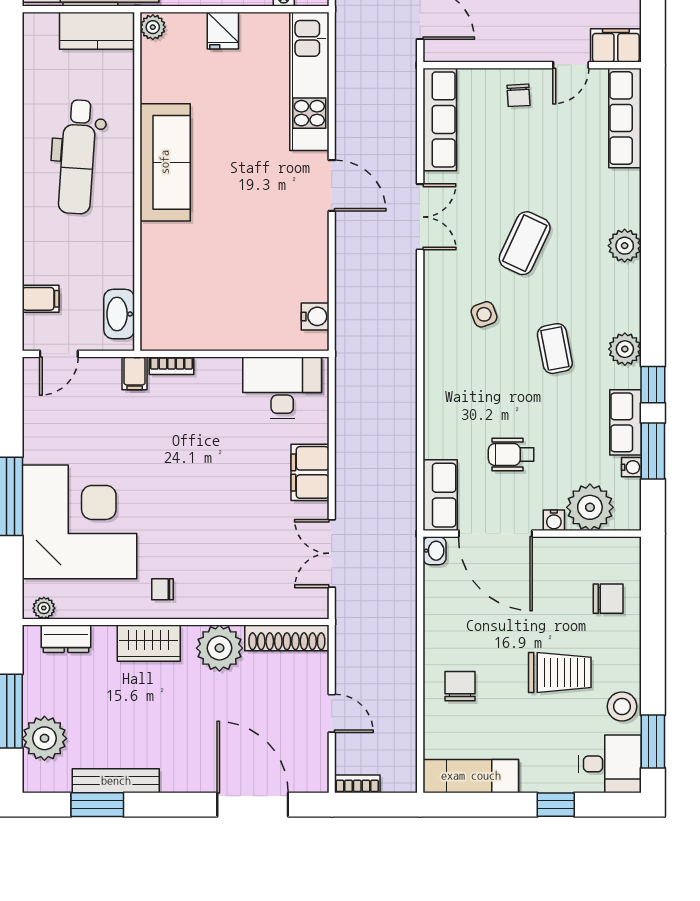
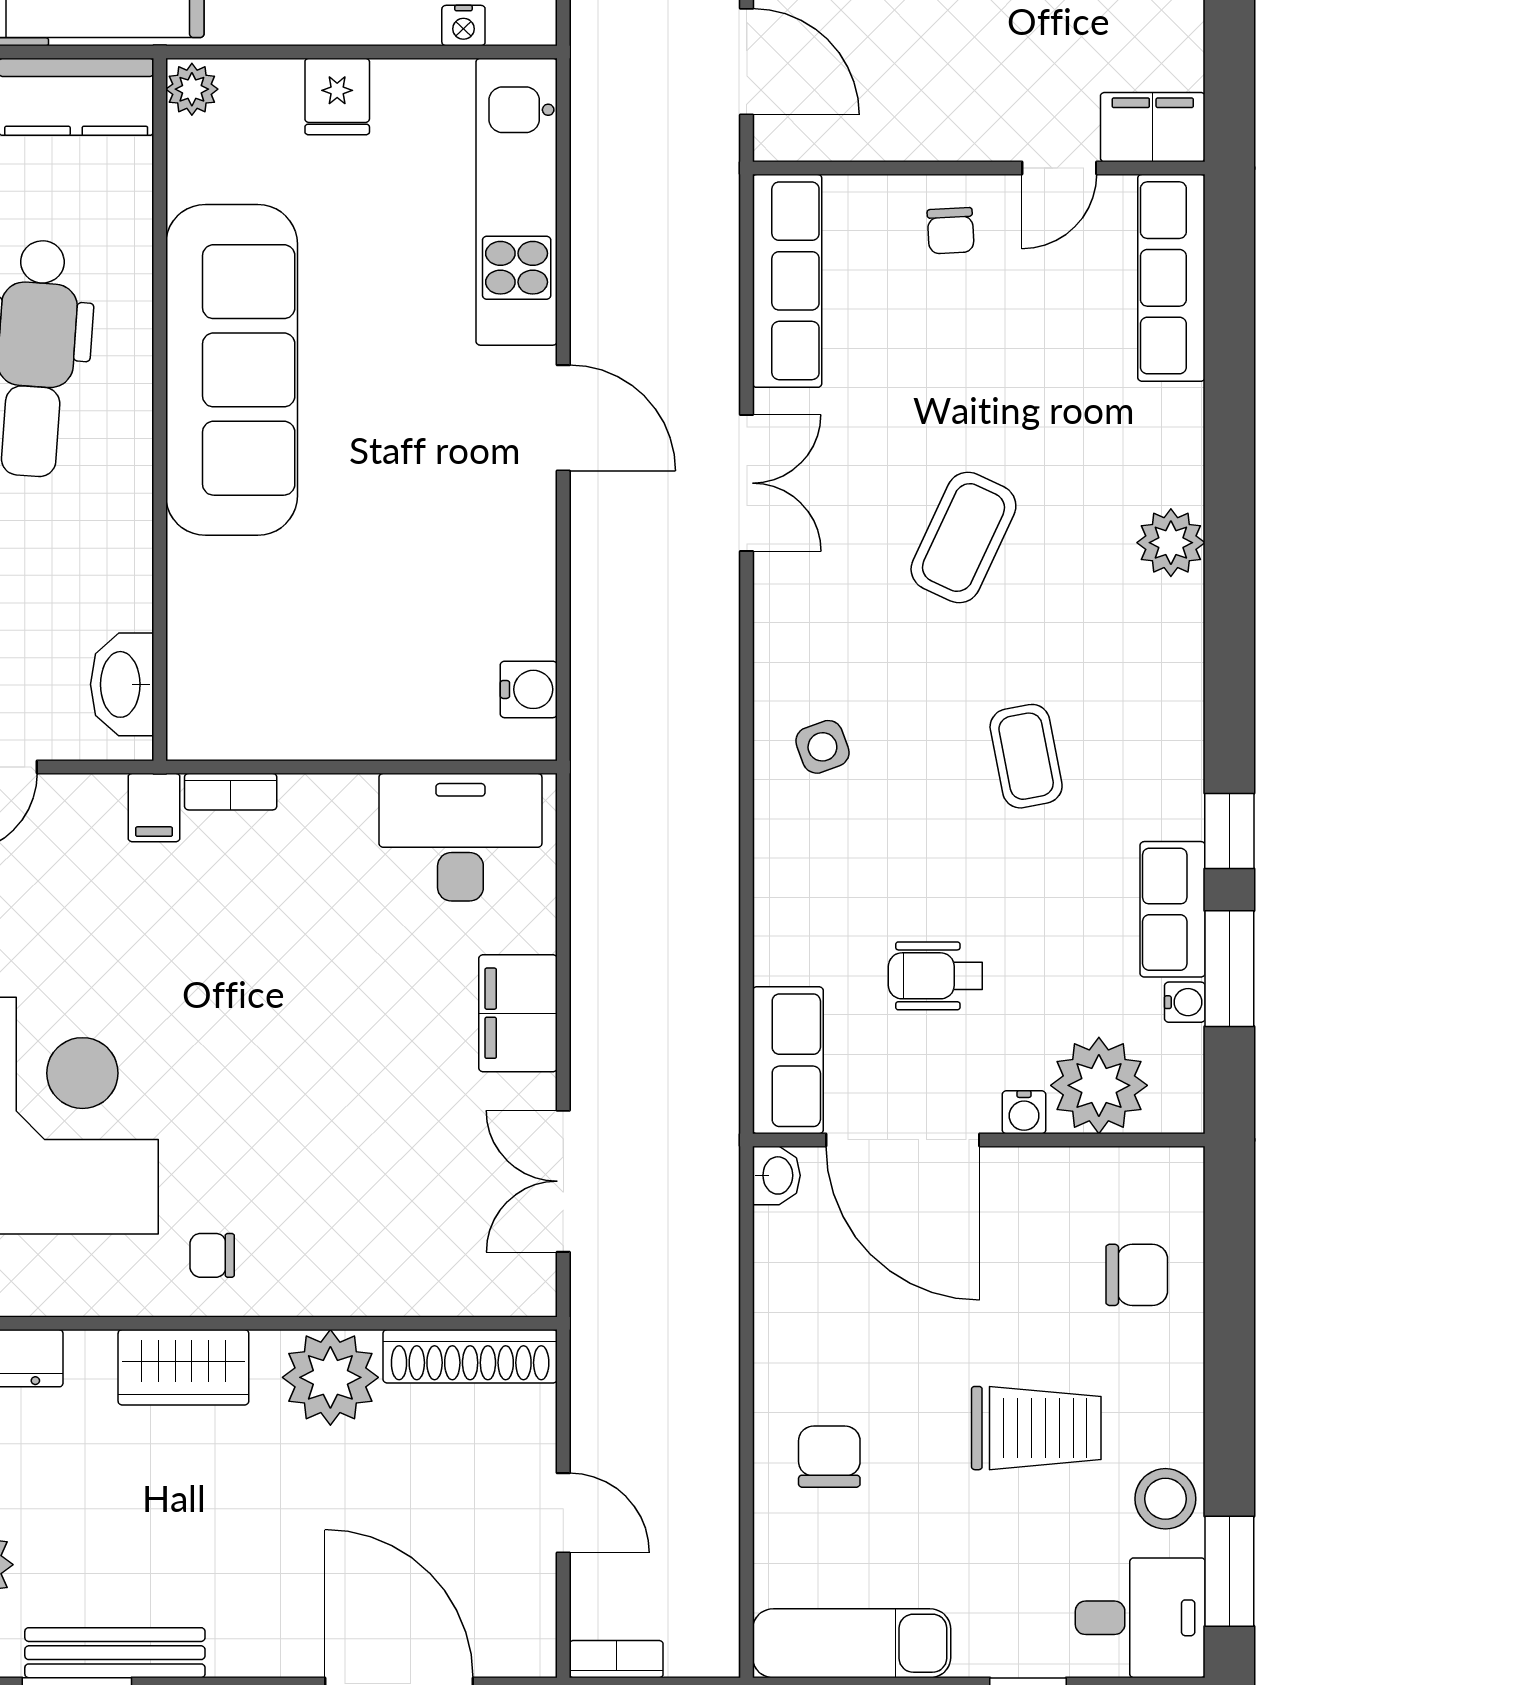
sofa: (165, 162) -> (232, 370), width x1.36, depth x1.27
side table: (484, 314) -> (822, 747), moved
plant: (625, 349) -> (1171, 757), removed

